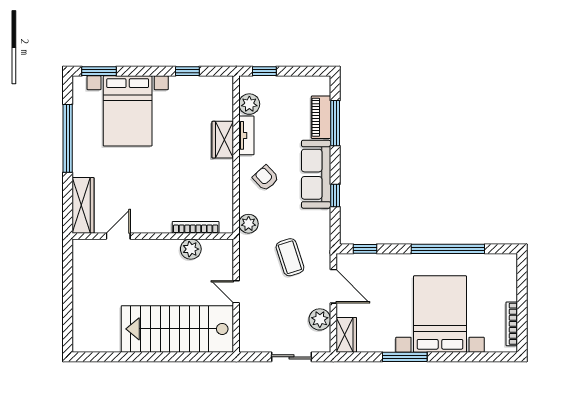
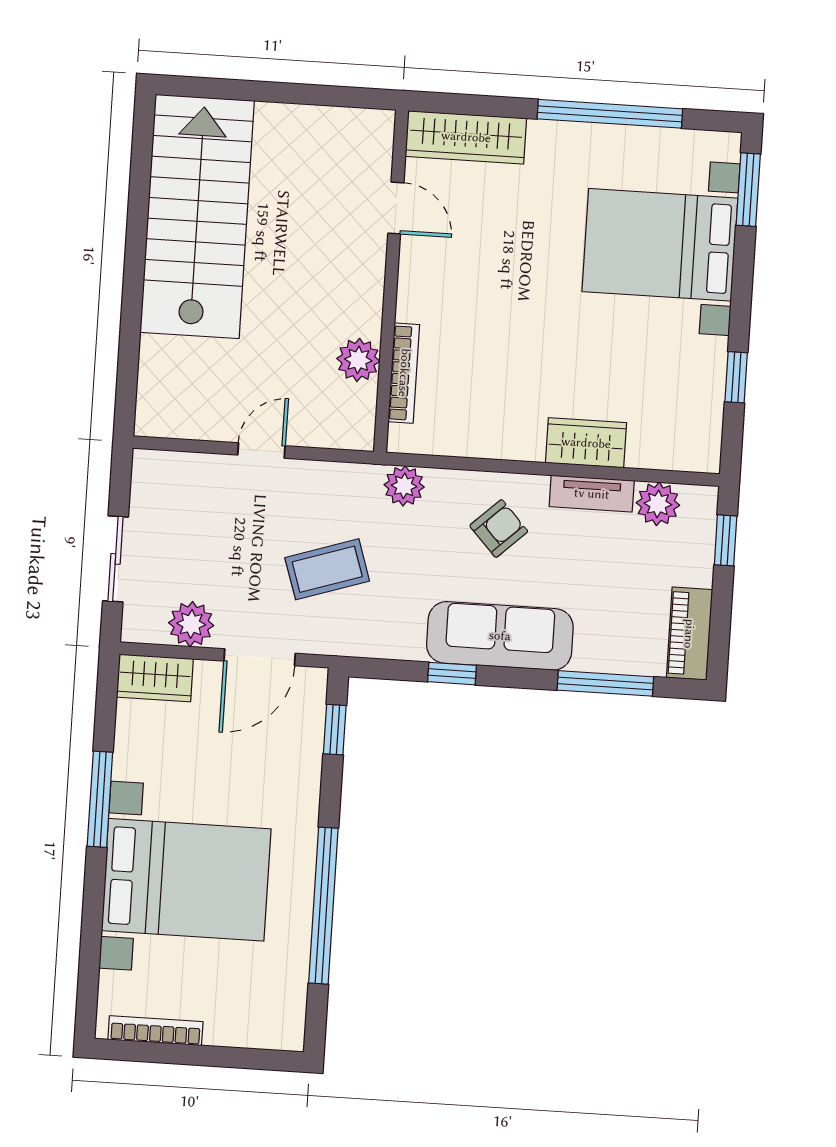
piano: (321, 117) -> (689, 634), moved, turned -90
stairs: (177, 329) -> (197, 216), moved

